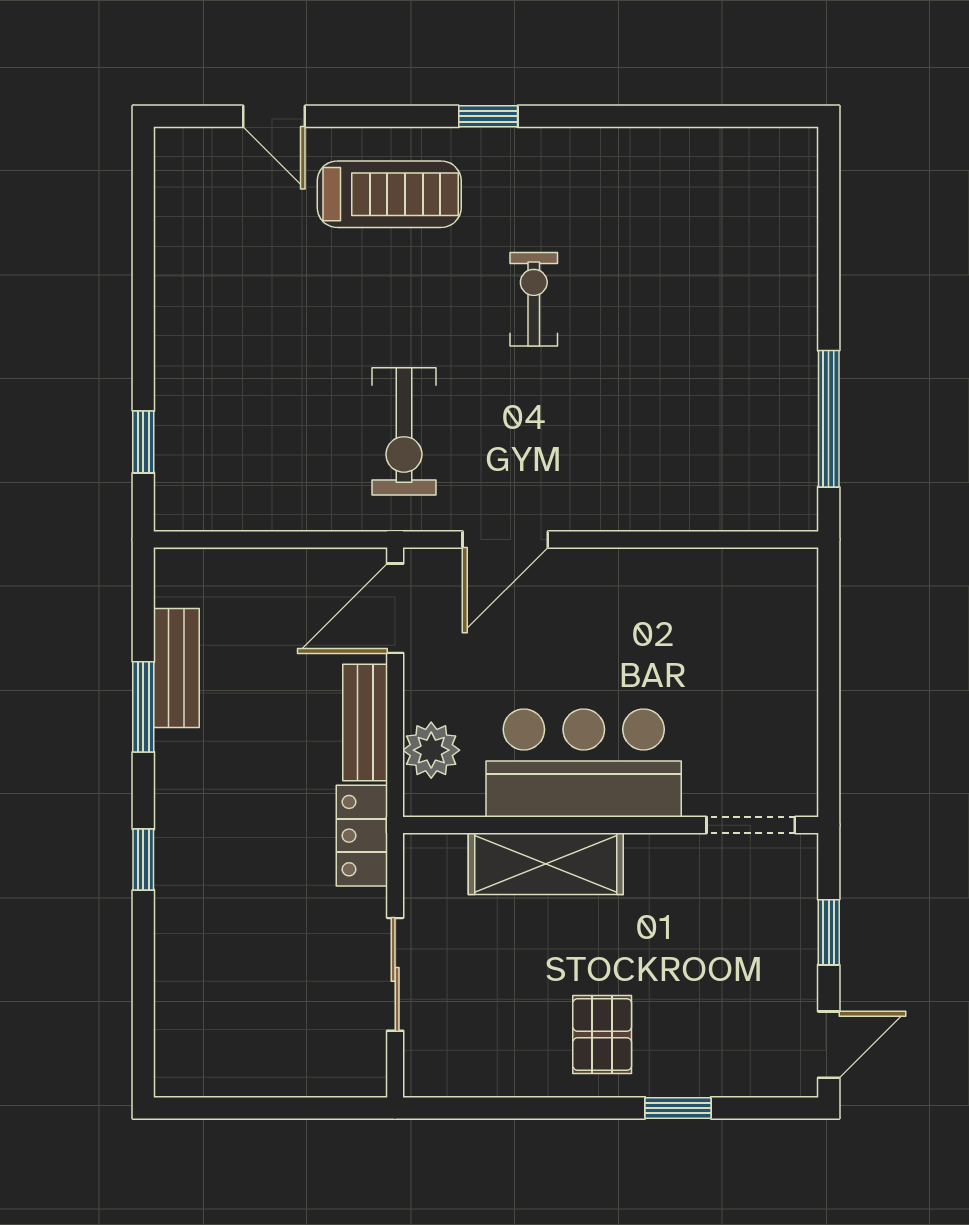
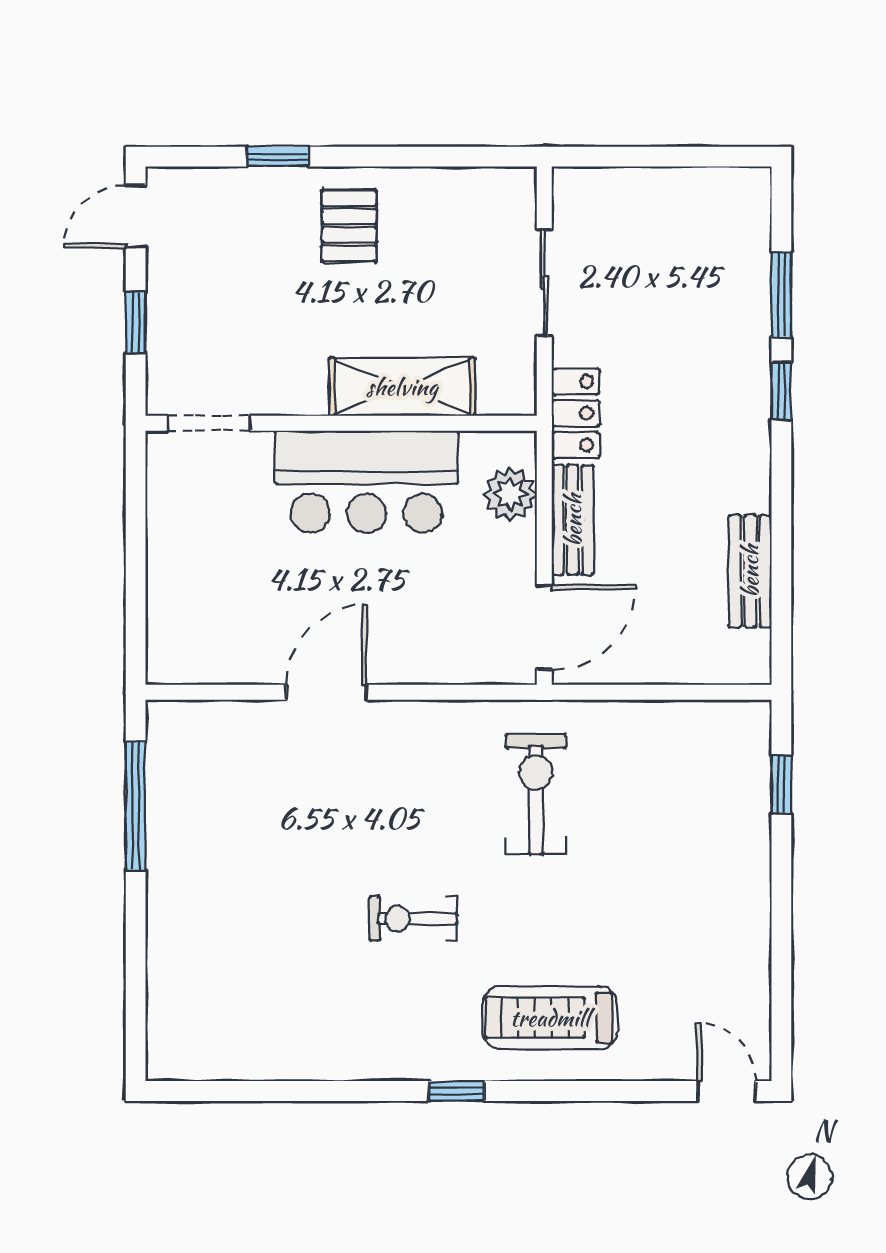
door: (274, 116) -> (726, 1091), moved
exercise bike: (534, 299) -> (414, 919), turned 90
door: (505, 539) -> (327, 692), moved
window: (143, 707) -> (781, 295), moved

